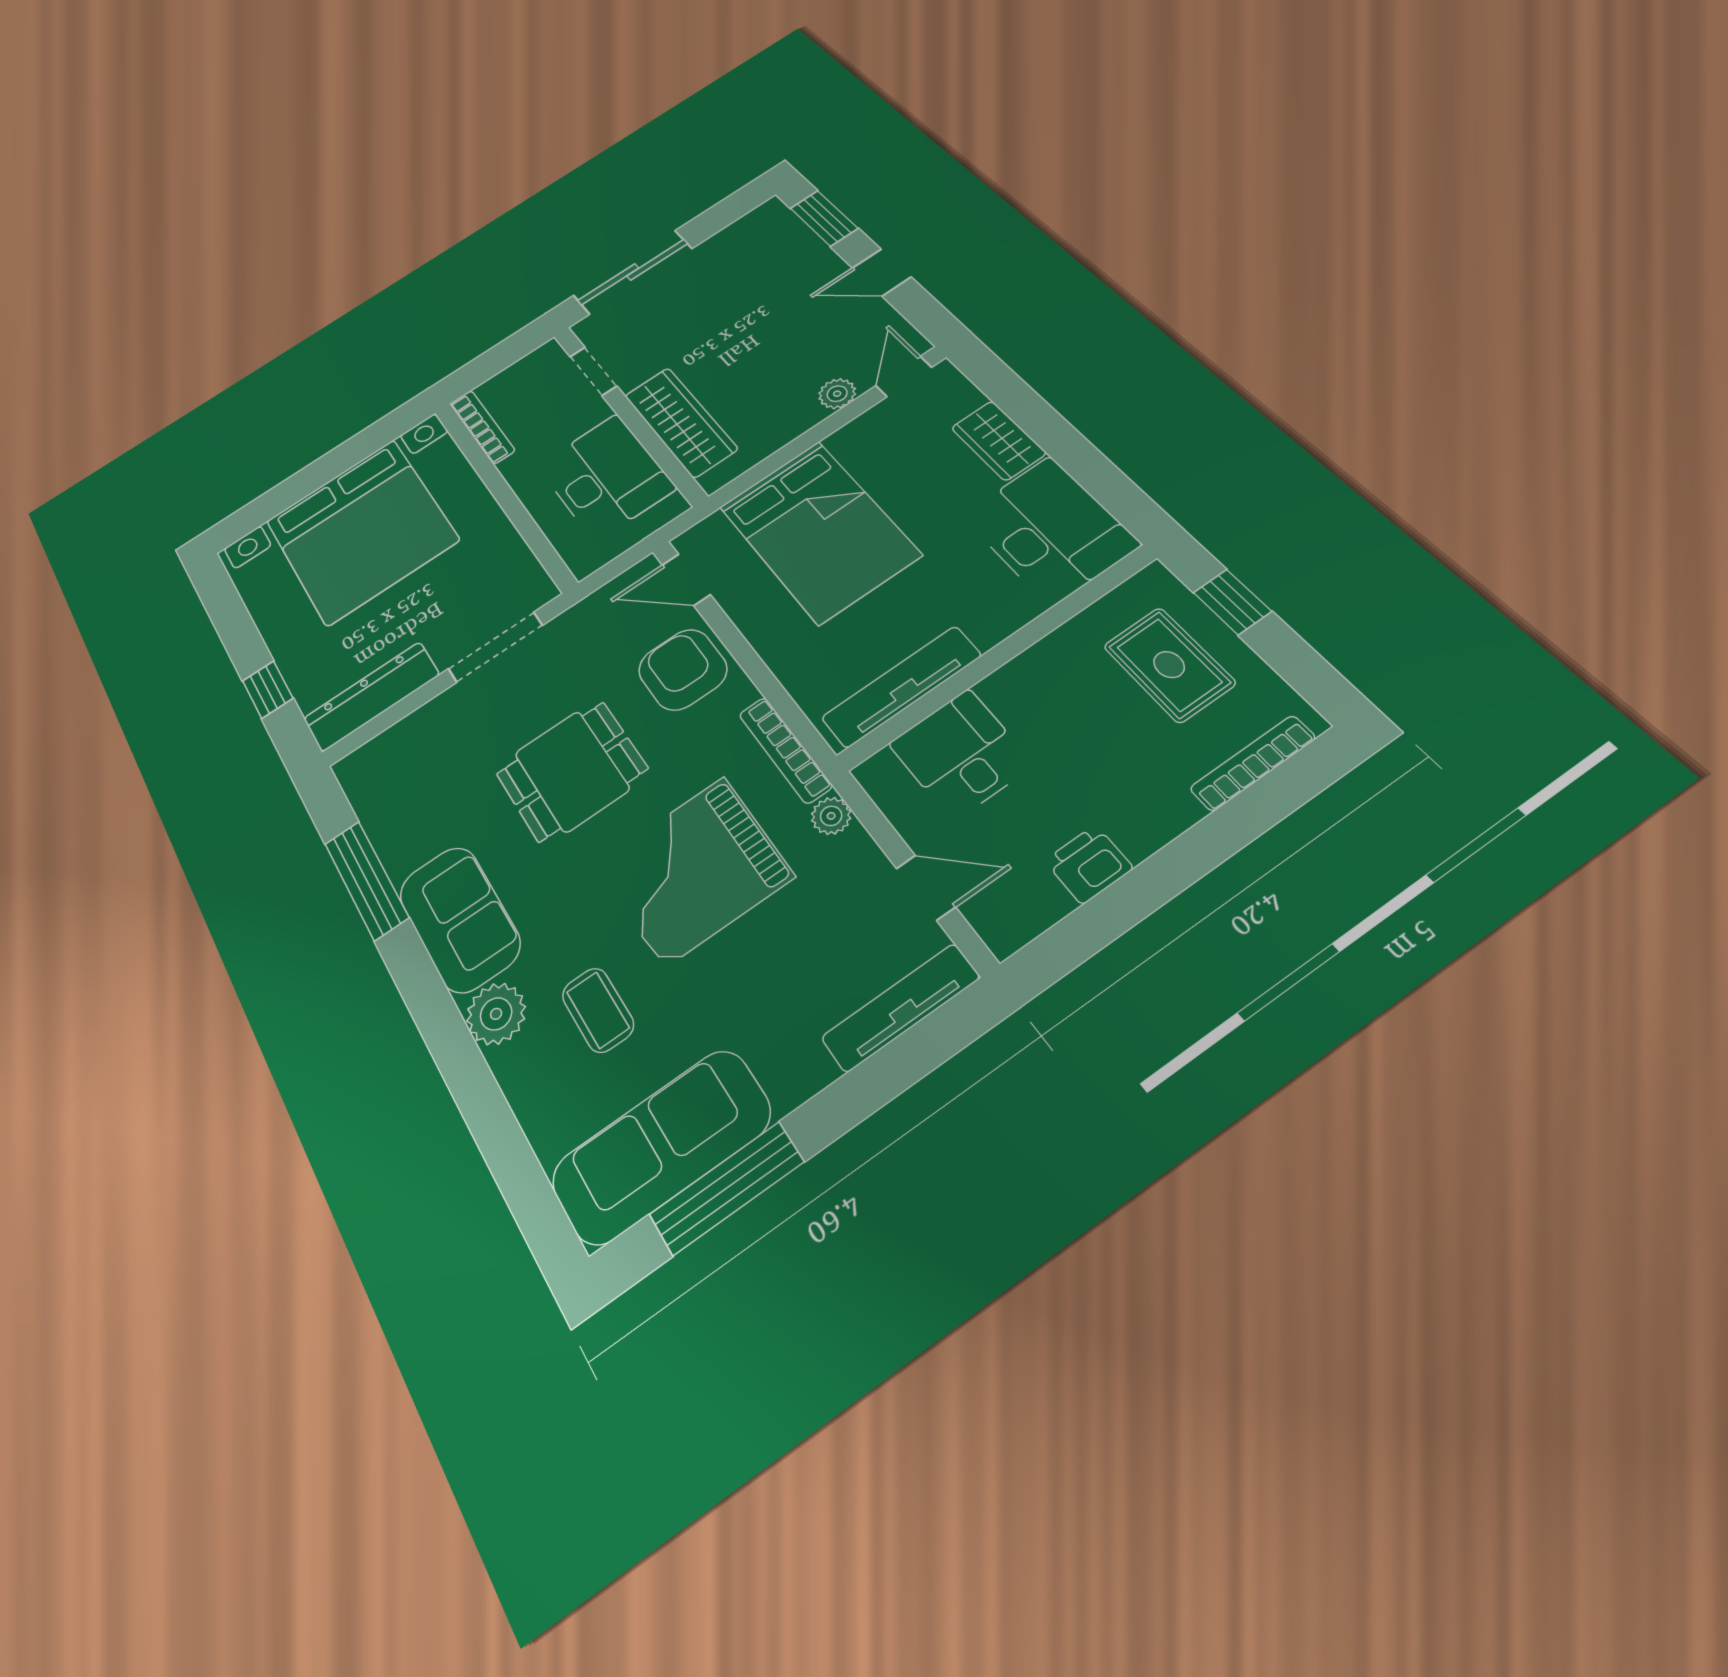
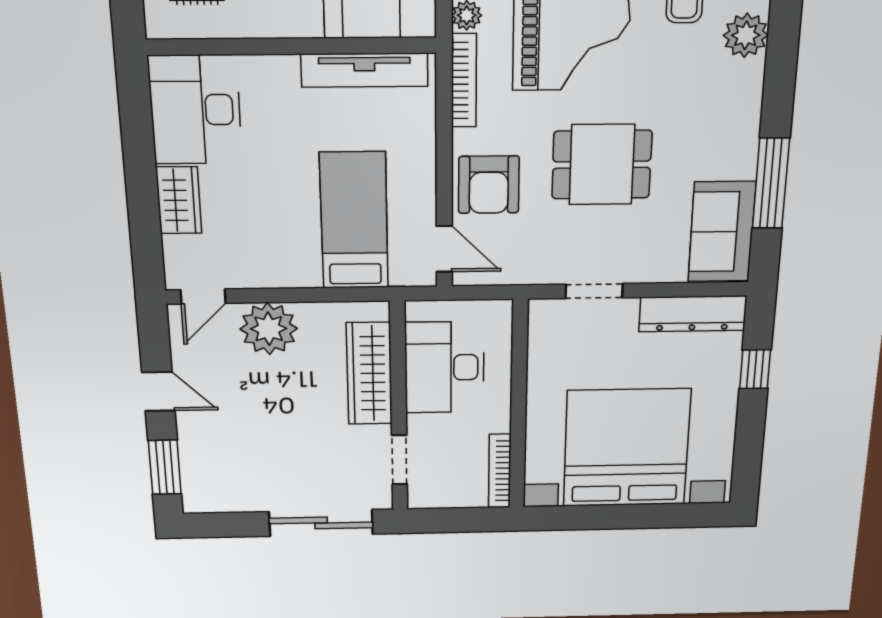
plant: (837, 394) -> (269, 329), width x1.88, depth x1.88
bed: (819, 531) -> (354, 221), width x0.67
doorway: (495, 647) -> (594, 291), width x0.73
sofa: (459, 919) -> (722, 232), moved

